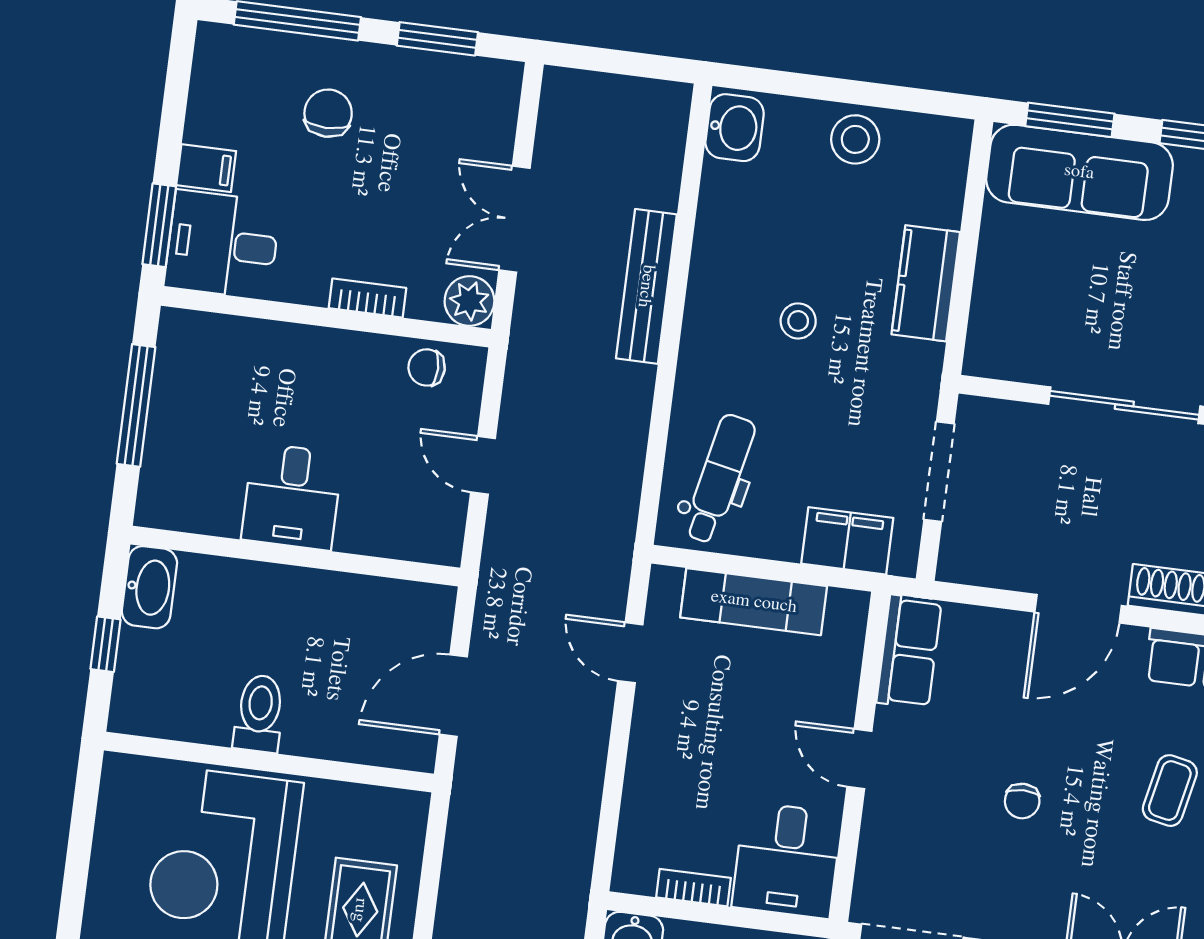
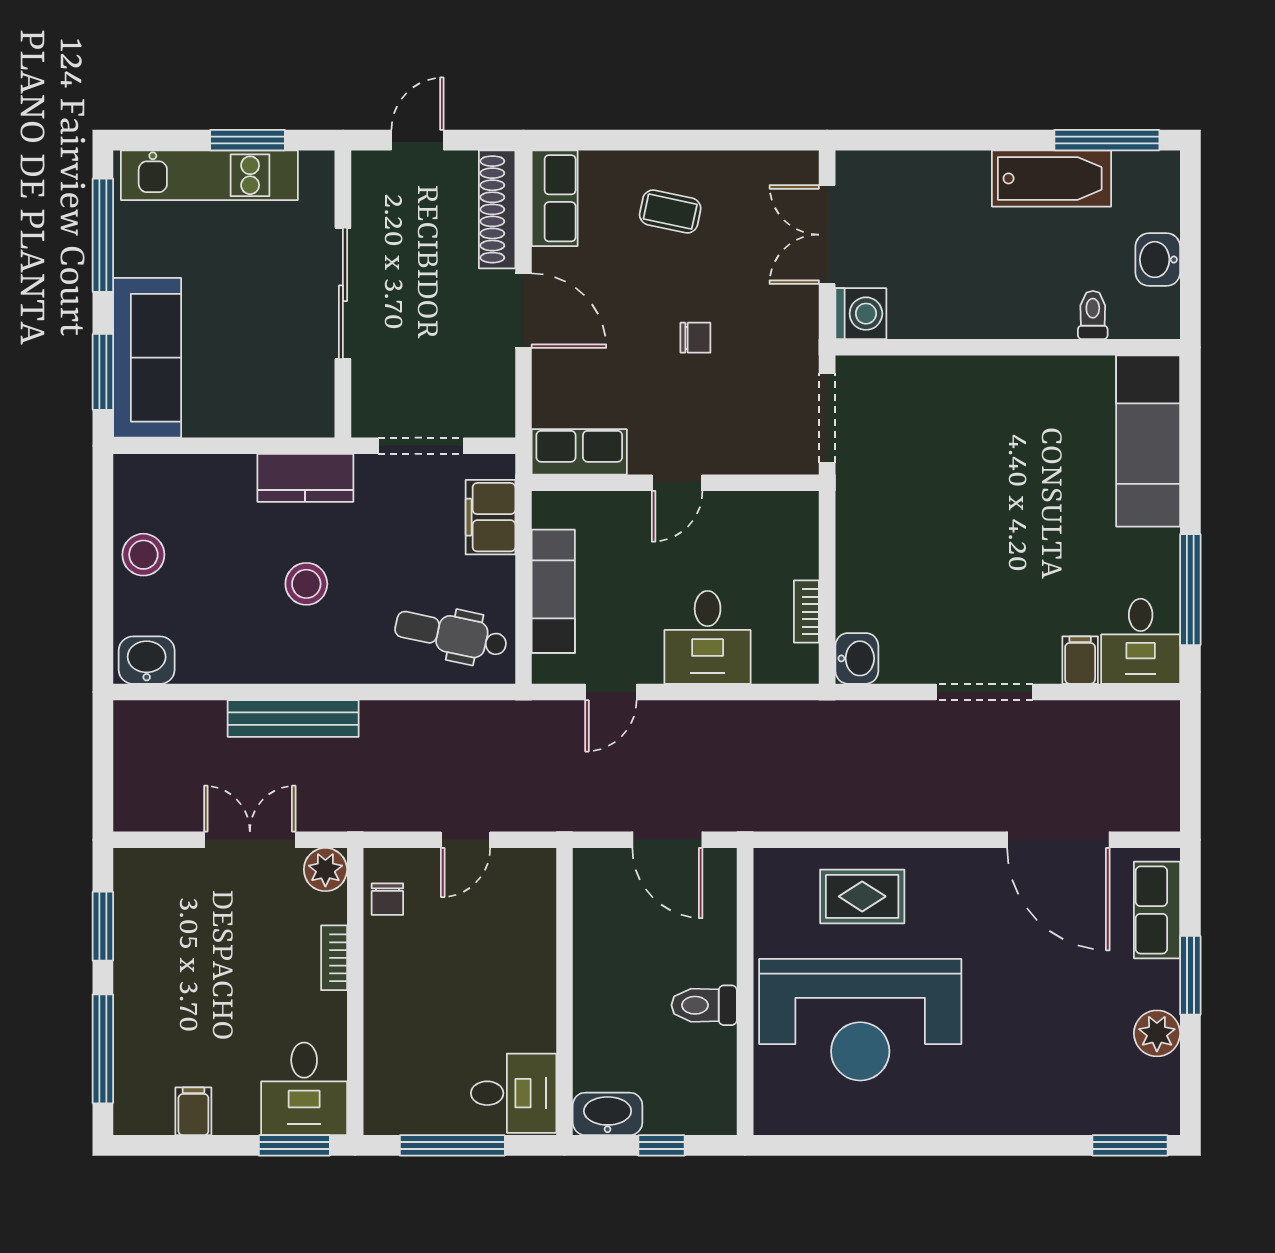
chair: (328, 113) -> (179, 1012), removed
filing cabinet: (206, 168) -> (193, 1111), moved
double door: (515, 219) -> (250, 840), swing flipped
kitchen counter: (926, 283) -> (305, 478), moved
stool: (798, 321) -> (306, 584), width x1.37, depth x1.37
desk: (292, 497) -> (514, 1093), moved
desk: (787, 860) -> (708, 637), moved, turned 90

